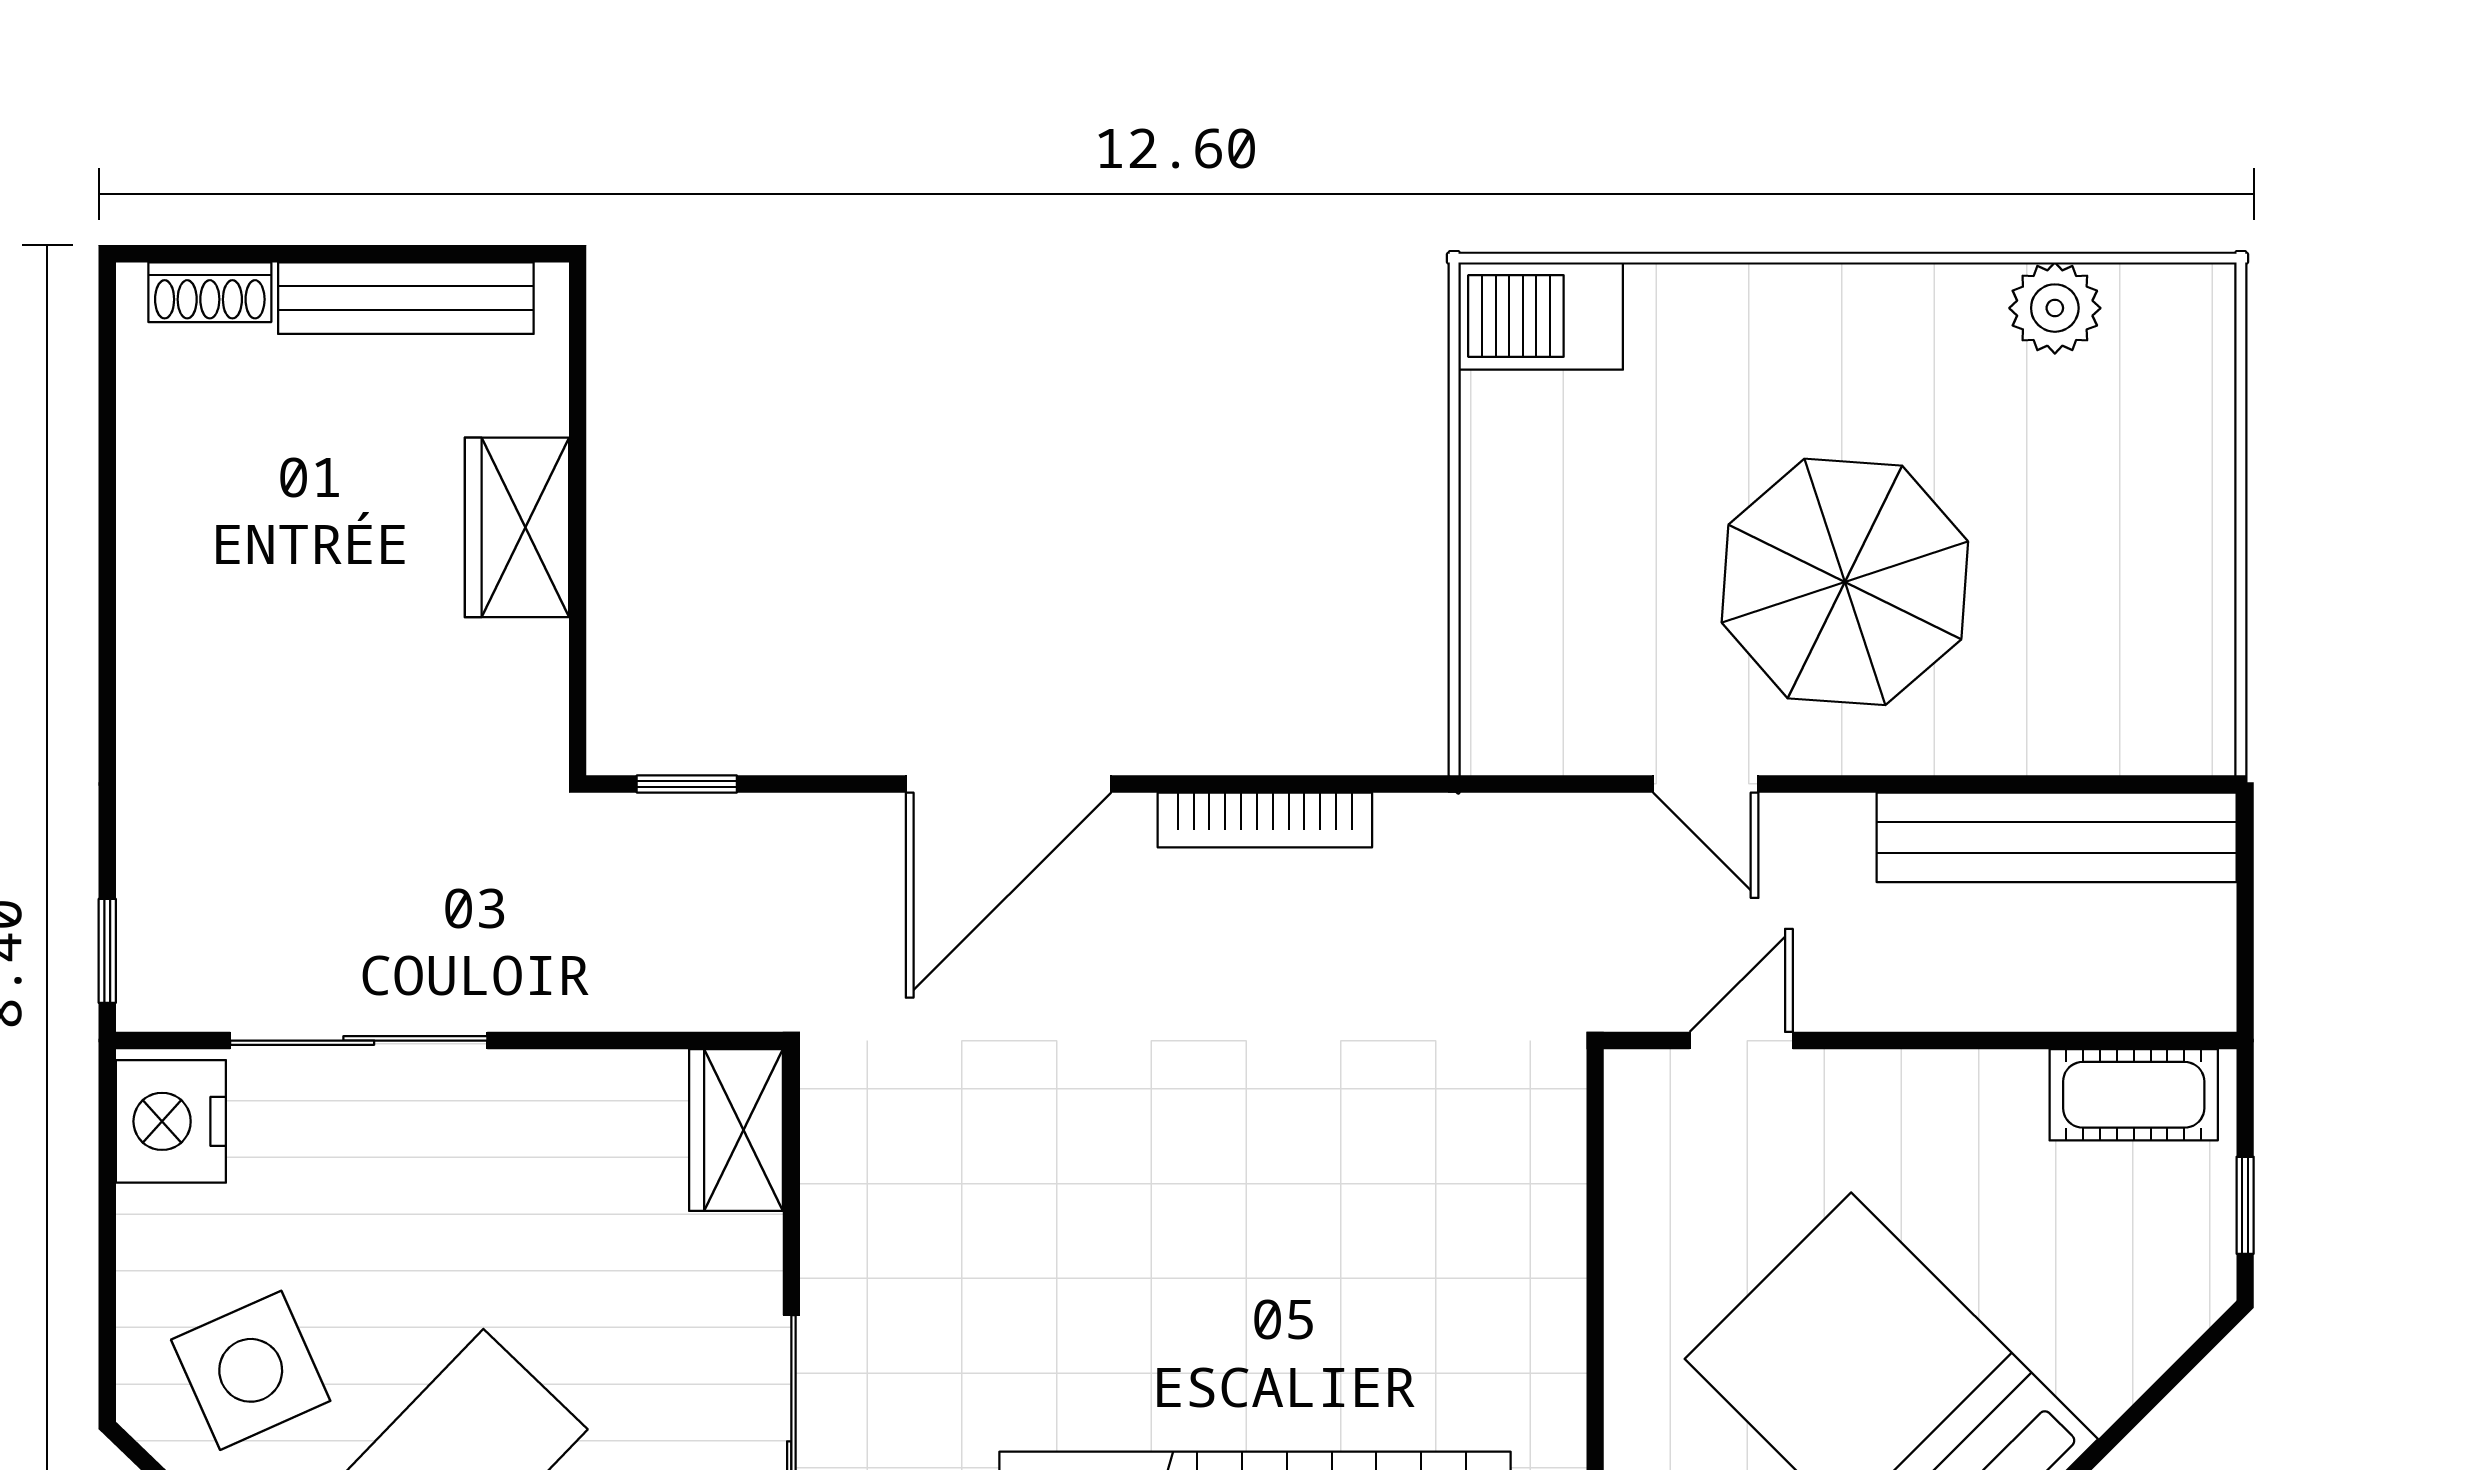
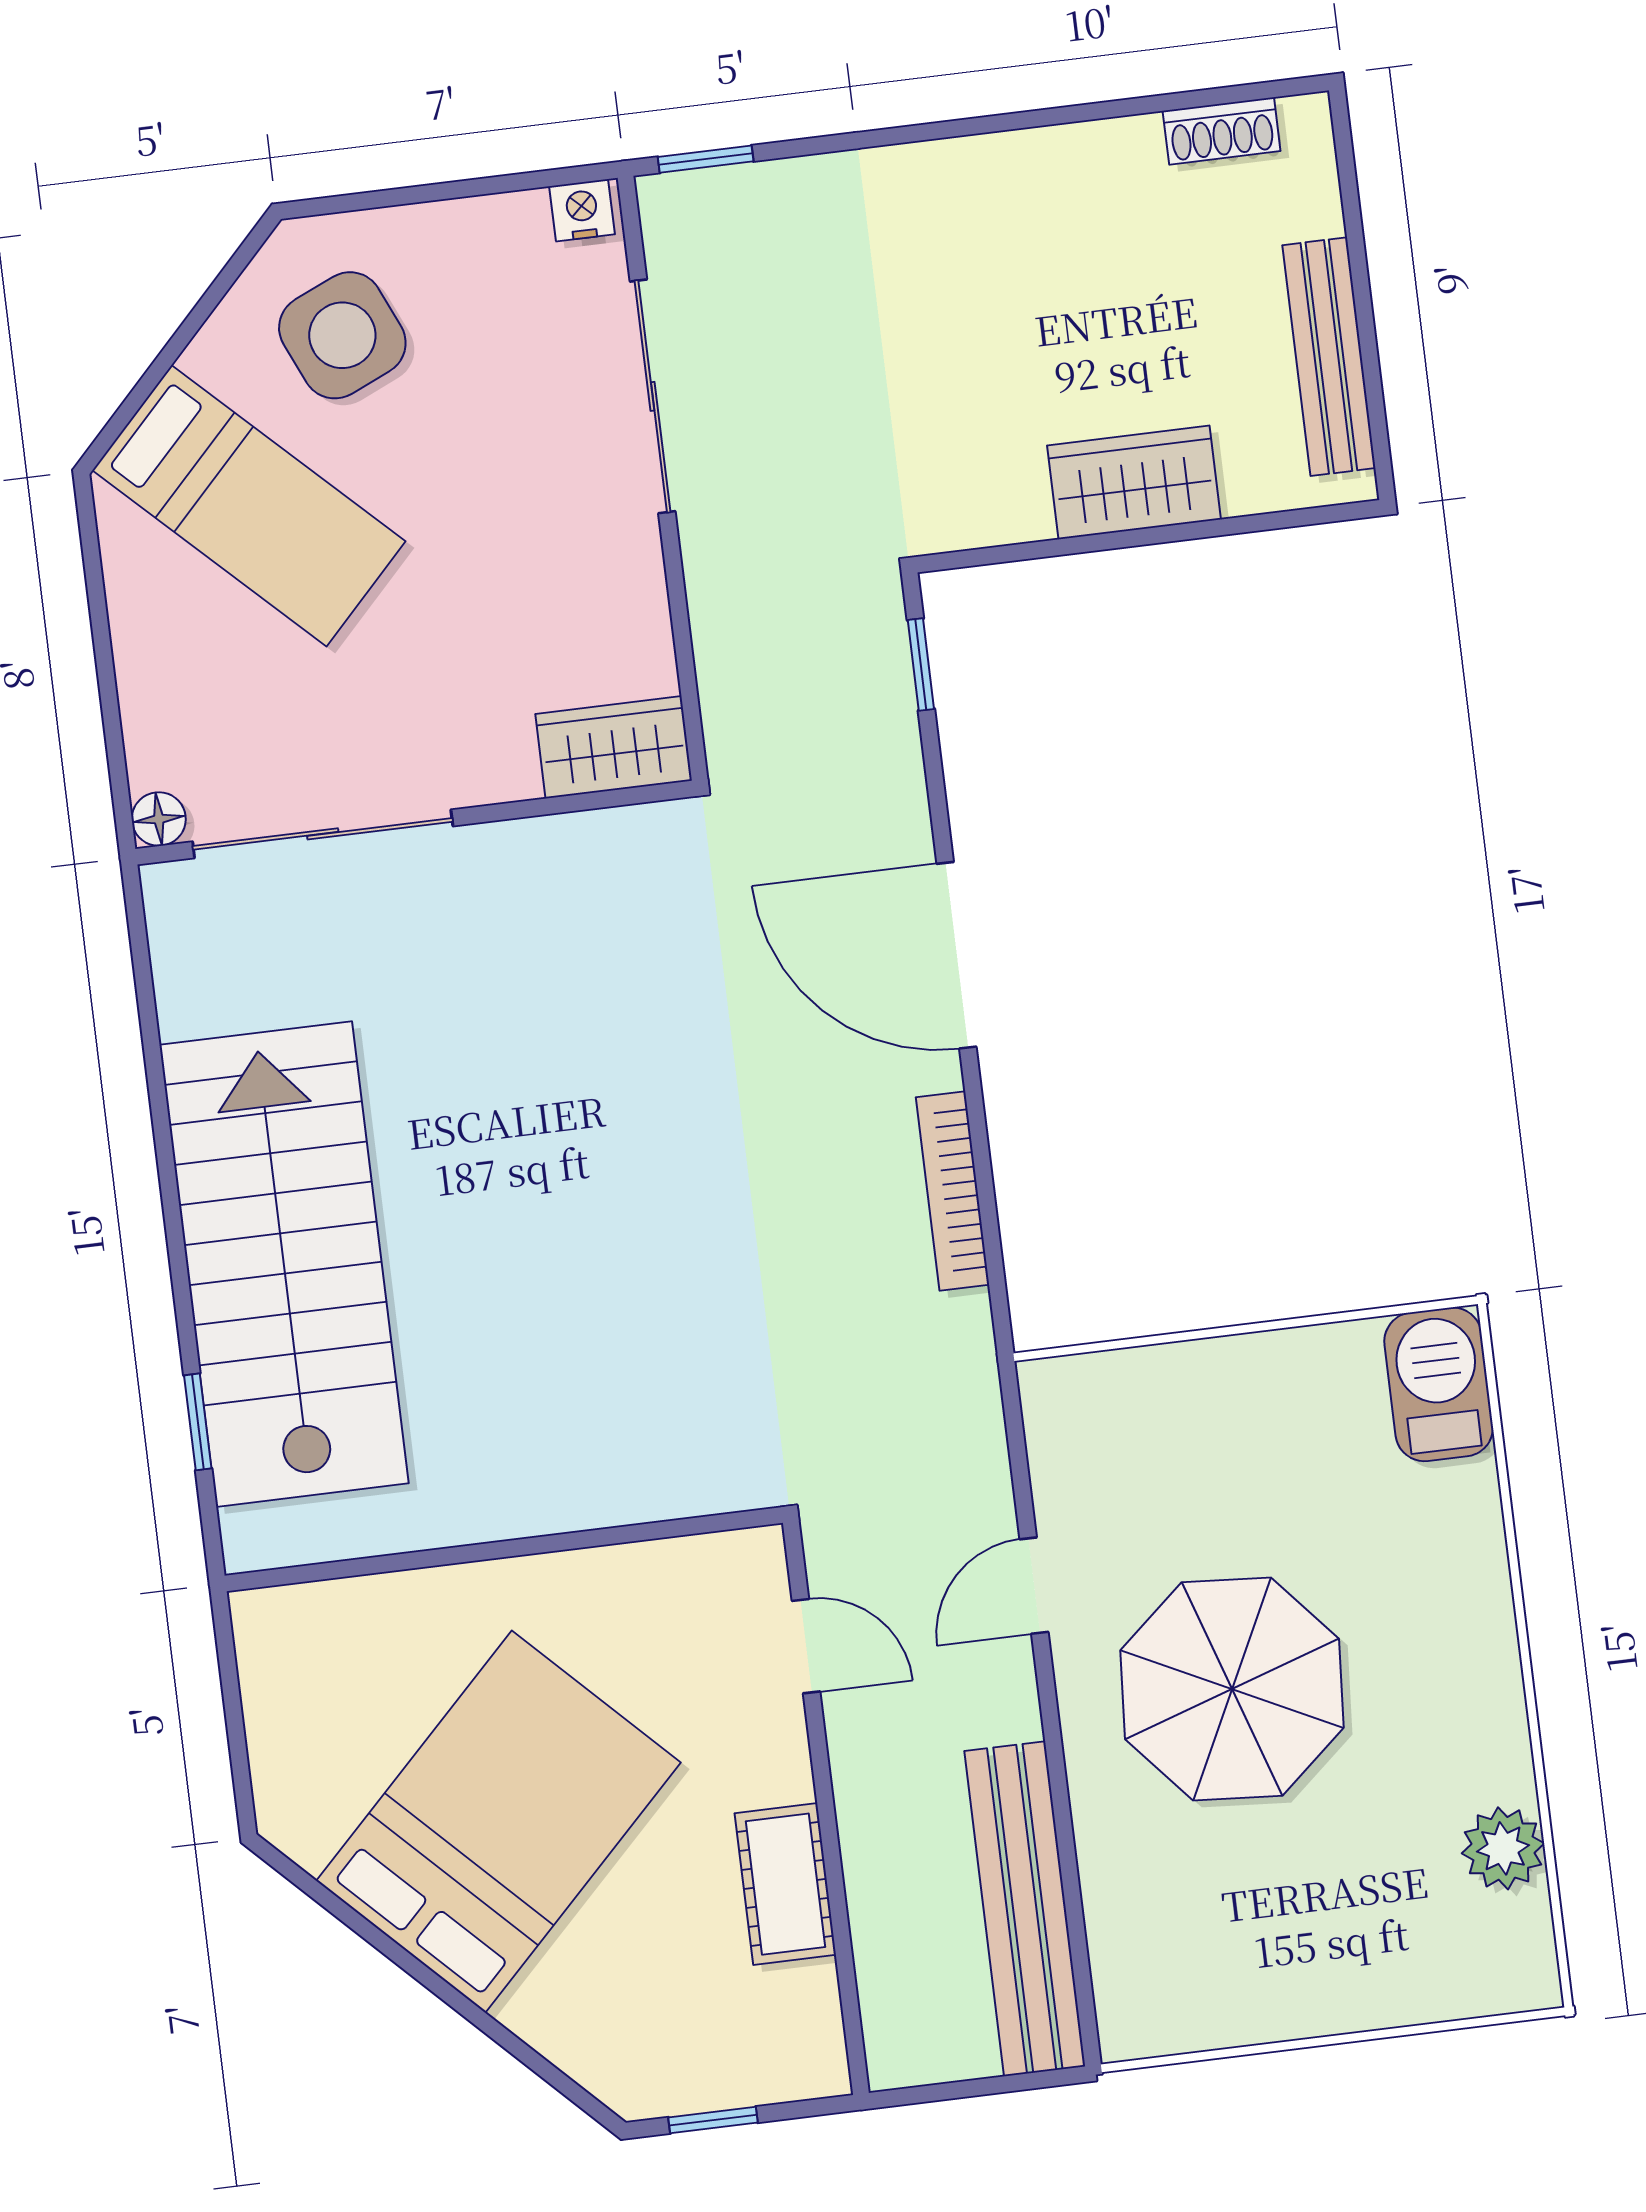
shoe rack: (210, 292) -> (1222, 131), moved, turned -90
cot: (2134, 1095) -> (785, 1884), moved
nightstand: (171, 1121) -> (582, 210), width x0.53, depth x0.56

